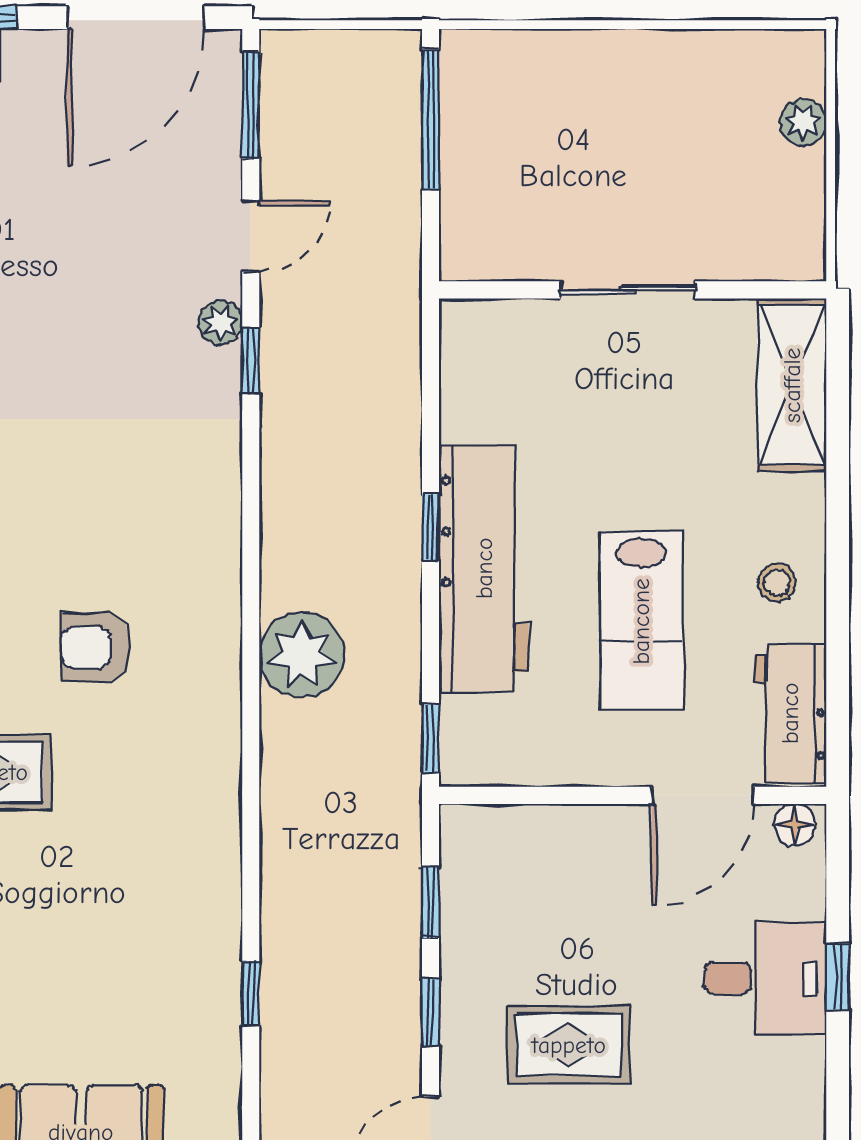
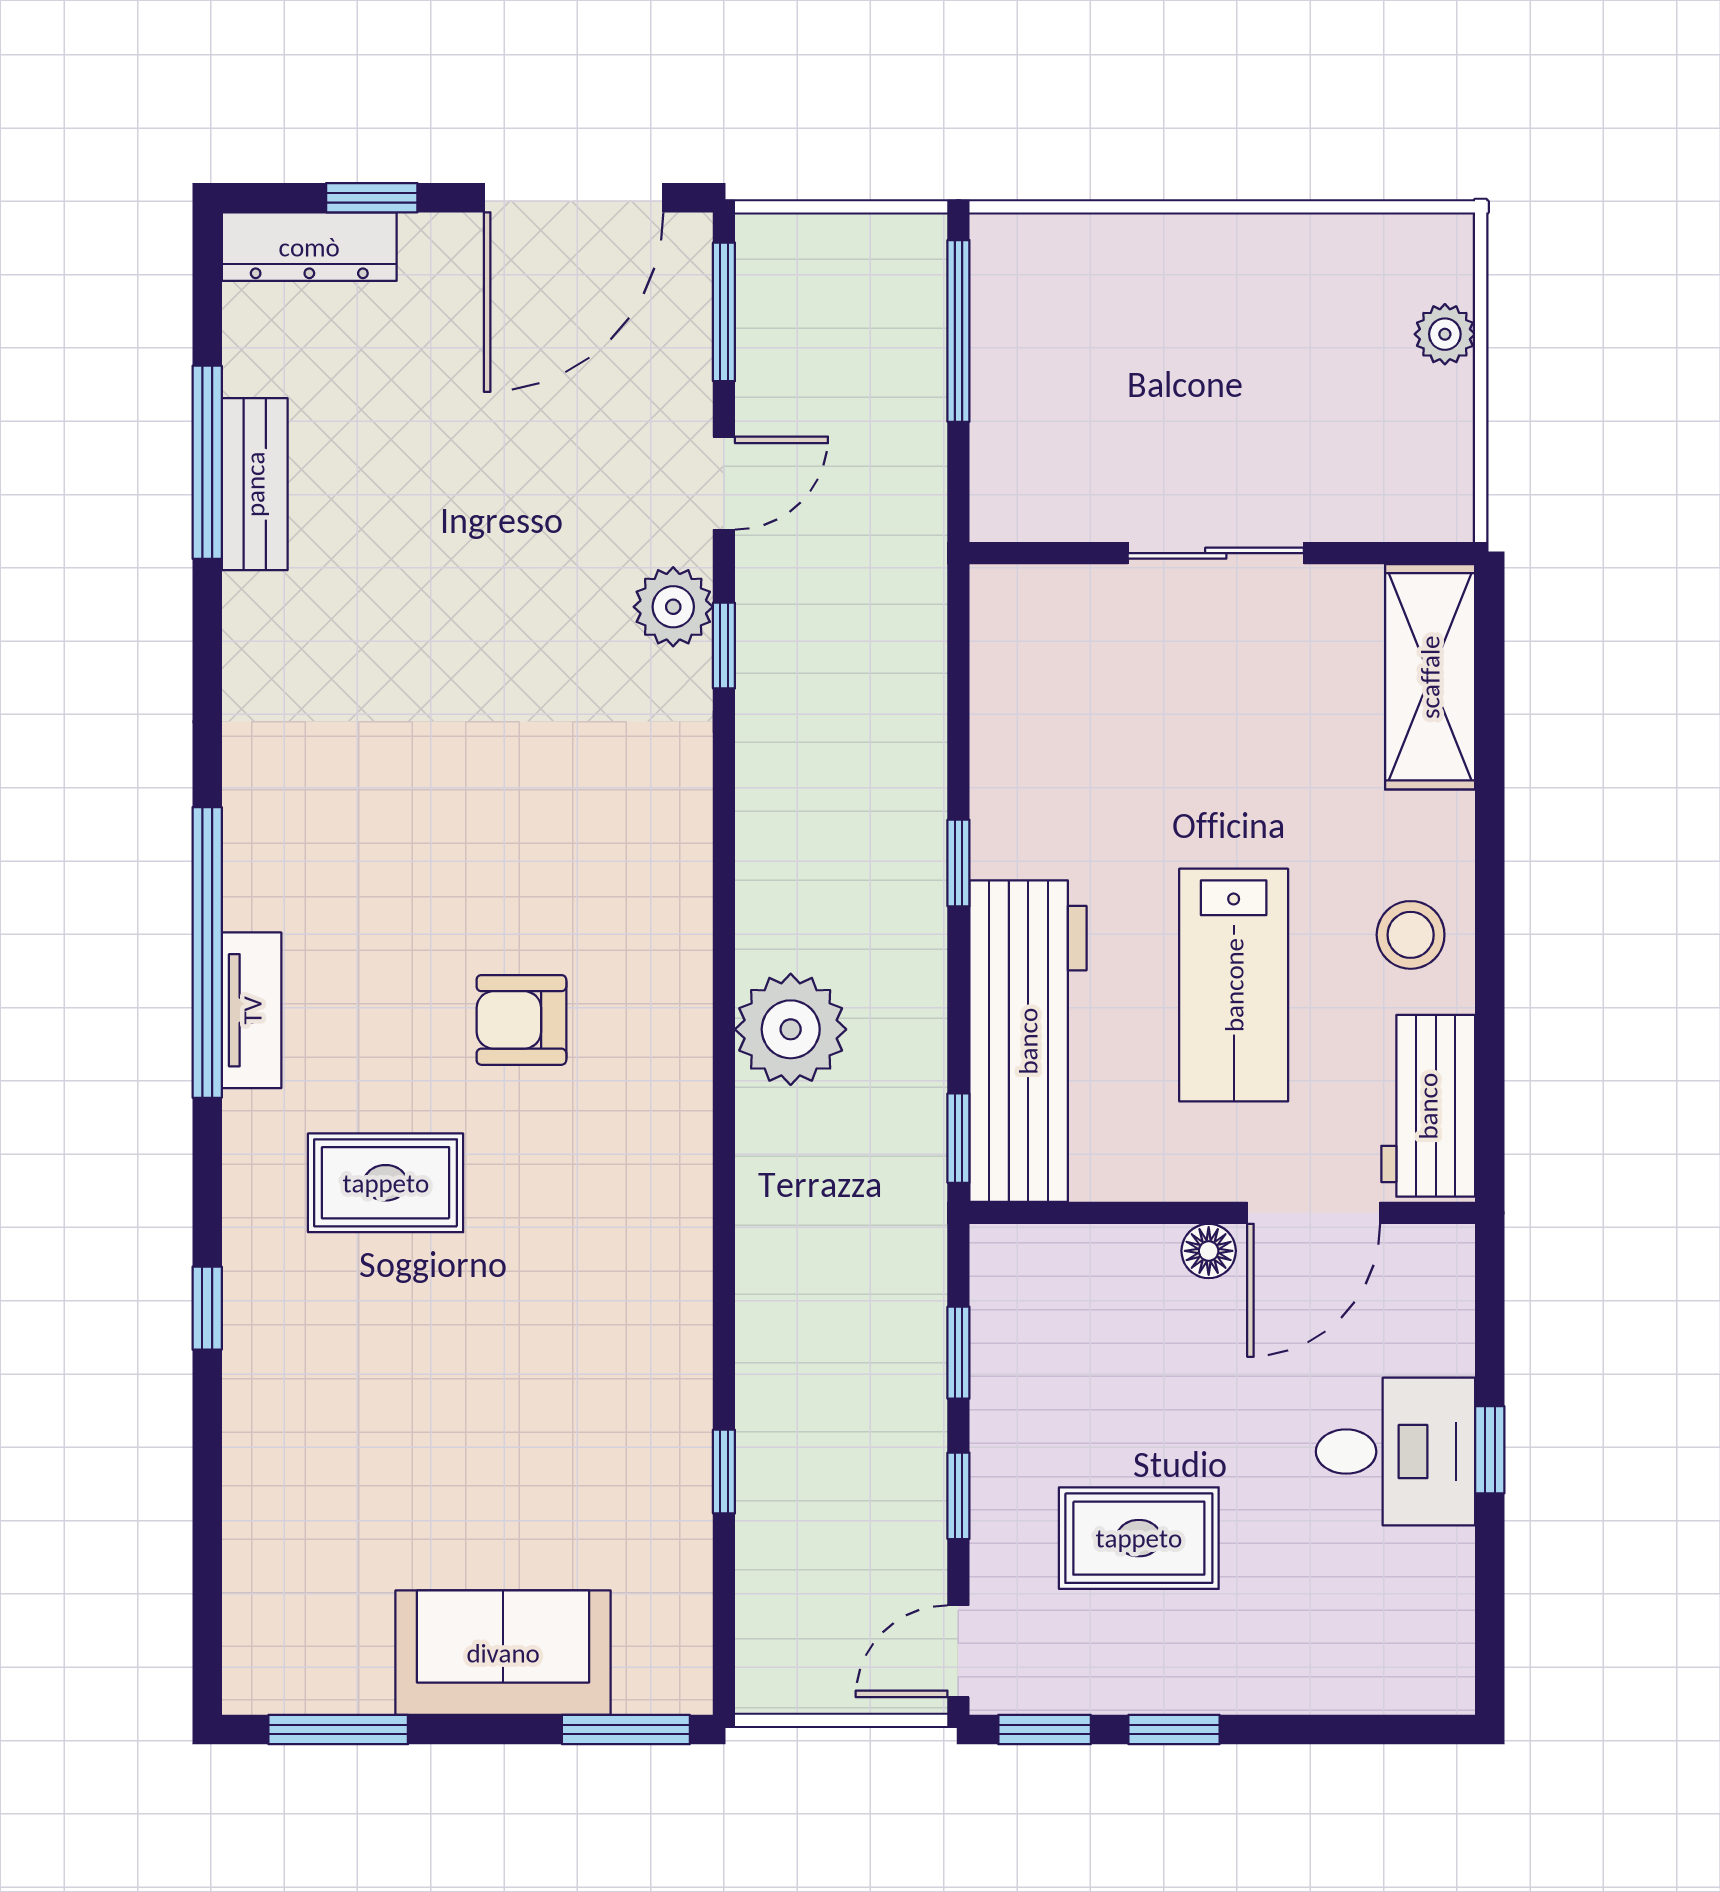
plant: (220, 323) -> (673, 607), width x1.38, depth x1.38
workbench: (484, 568) -> (1028, 1041), moved
stool: (777, 582) -> (1411, 935), width x1.37, depth x1.37
floor lamp: (794, 825) -> (1209, 1251), moved

